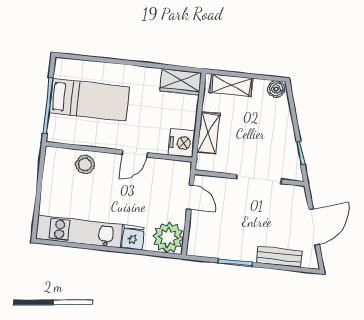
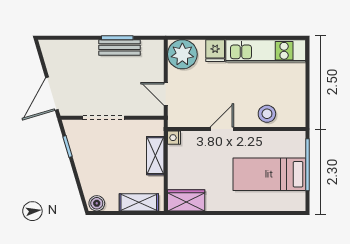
nightstand: (182, 143) -> (174, 138), width x0.53, depth x0.56
door: (314, 227) -> (52, 94), moved
bench: (279, 257) -> (120, 47), moved

